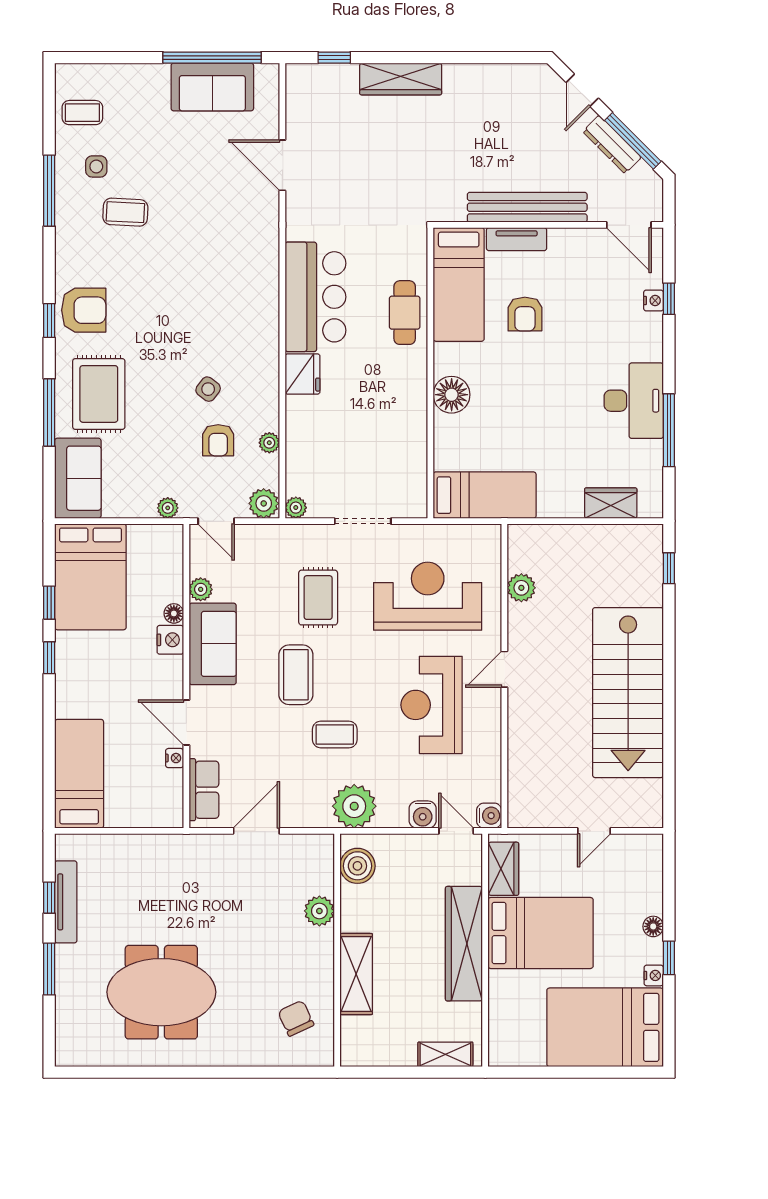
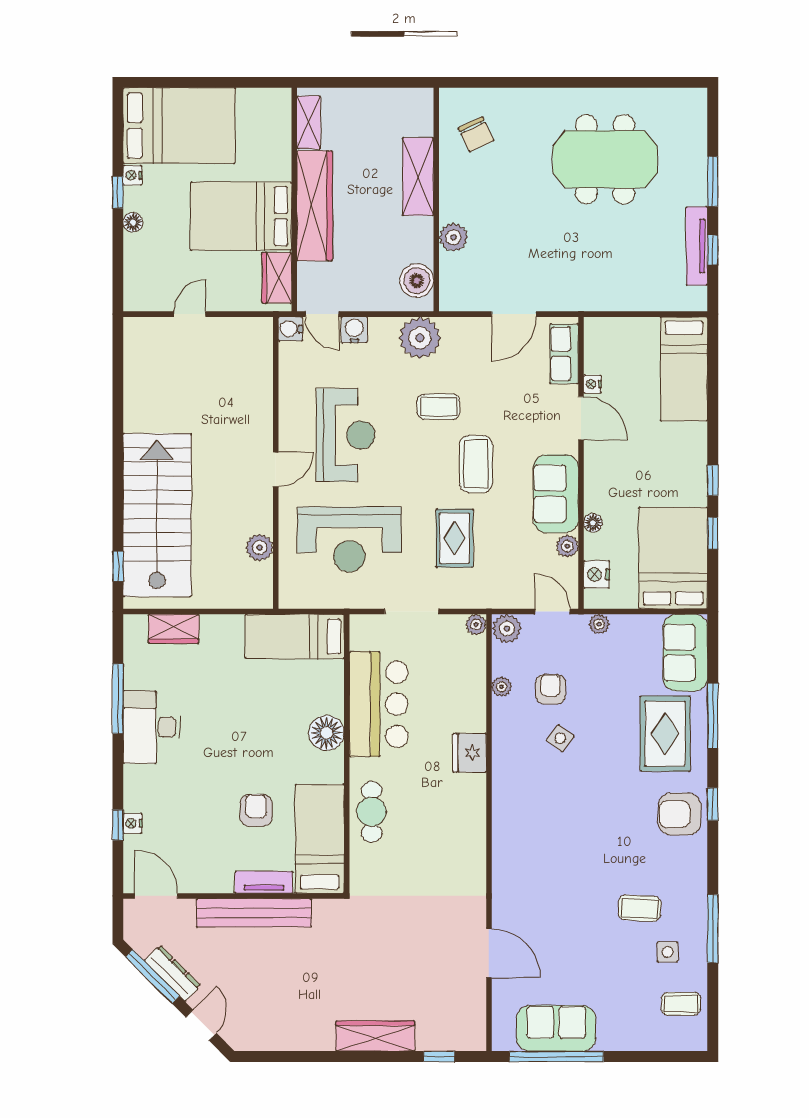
bar counter: (315, 297) -> (379, 704), moved, turned 180
nightstand: (170, 640) -> (596, 574), moved
stairs: (628, 693) -> (157, 515), moved
shelving: (445, 1054) -> (309, 122), moved, turned 90

